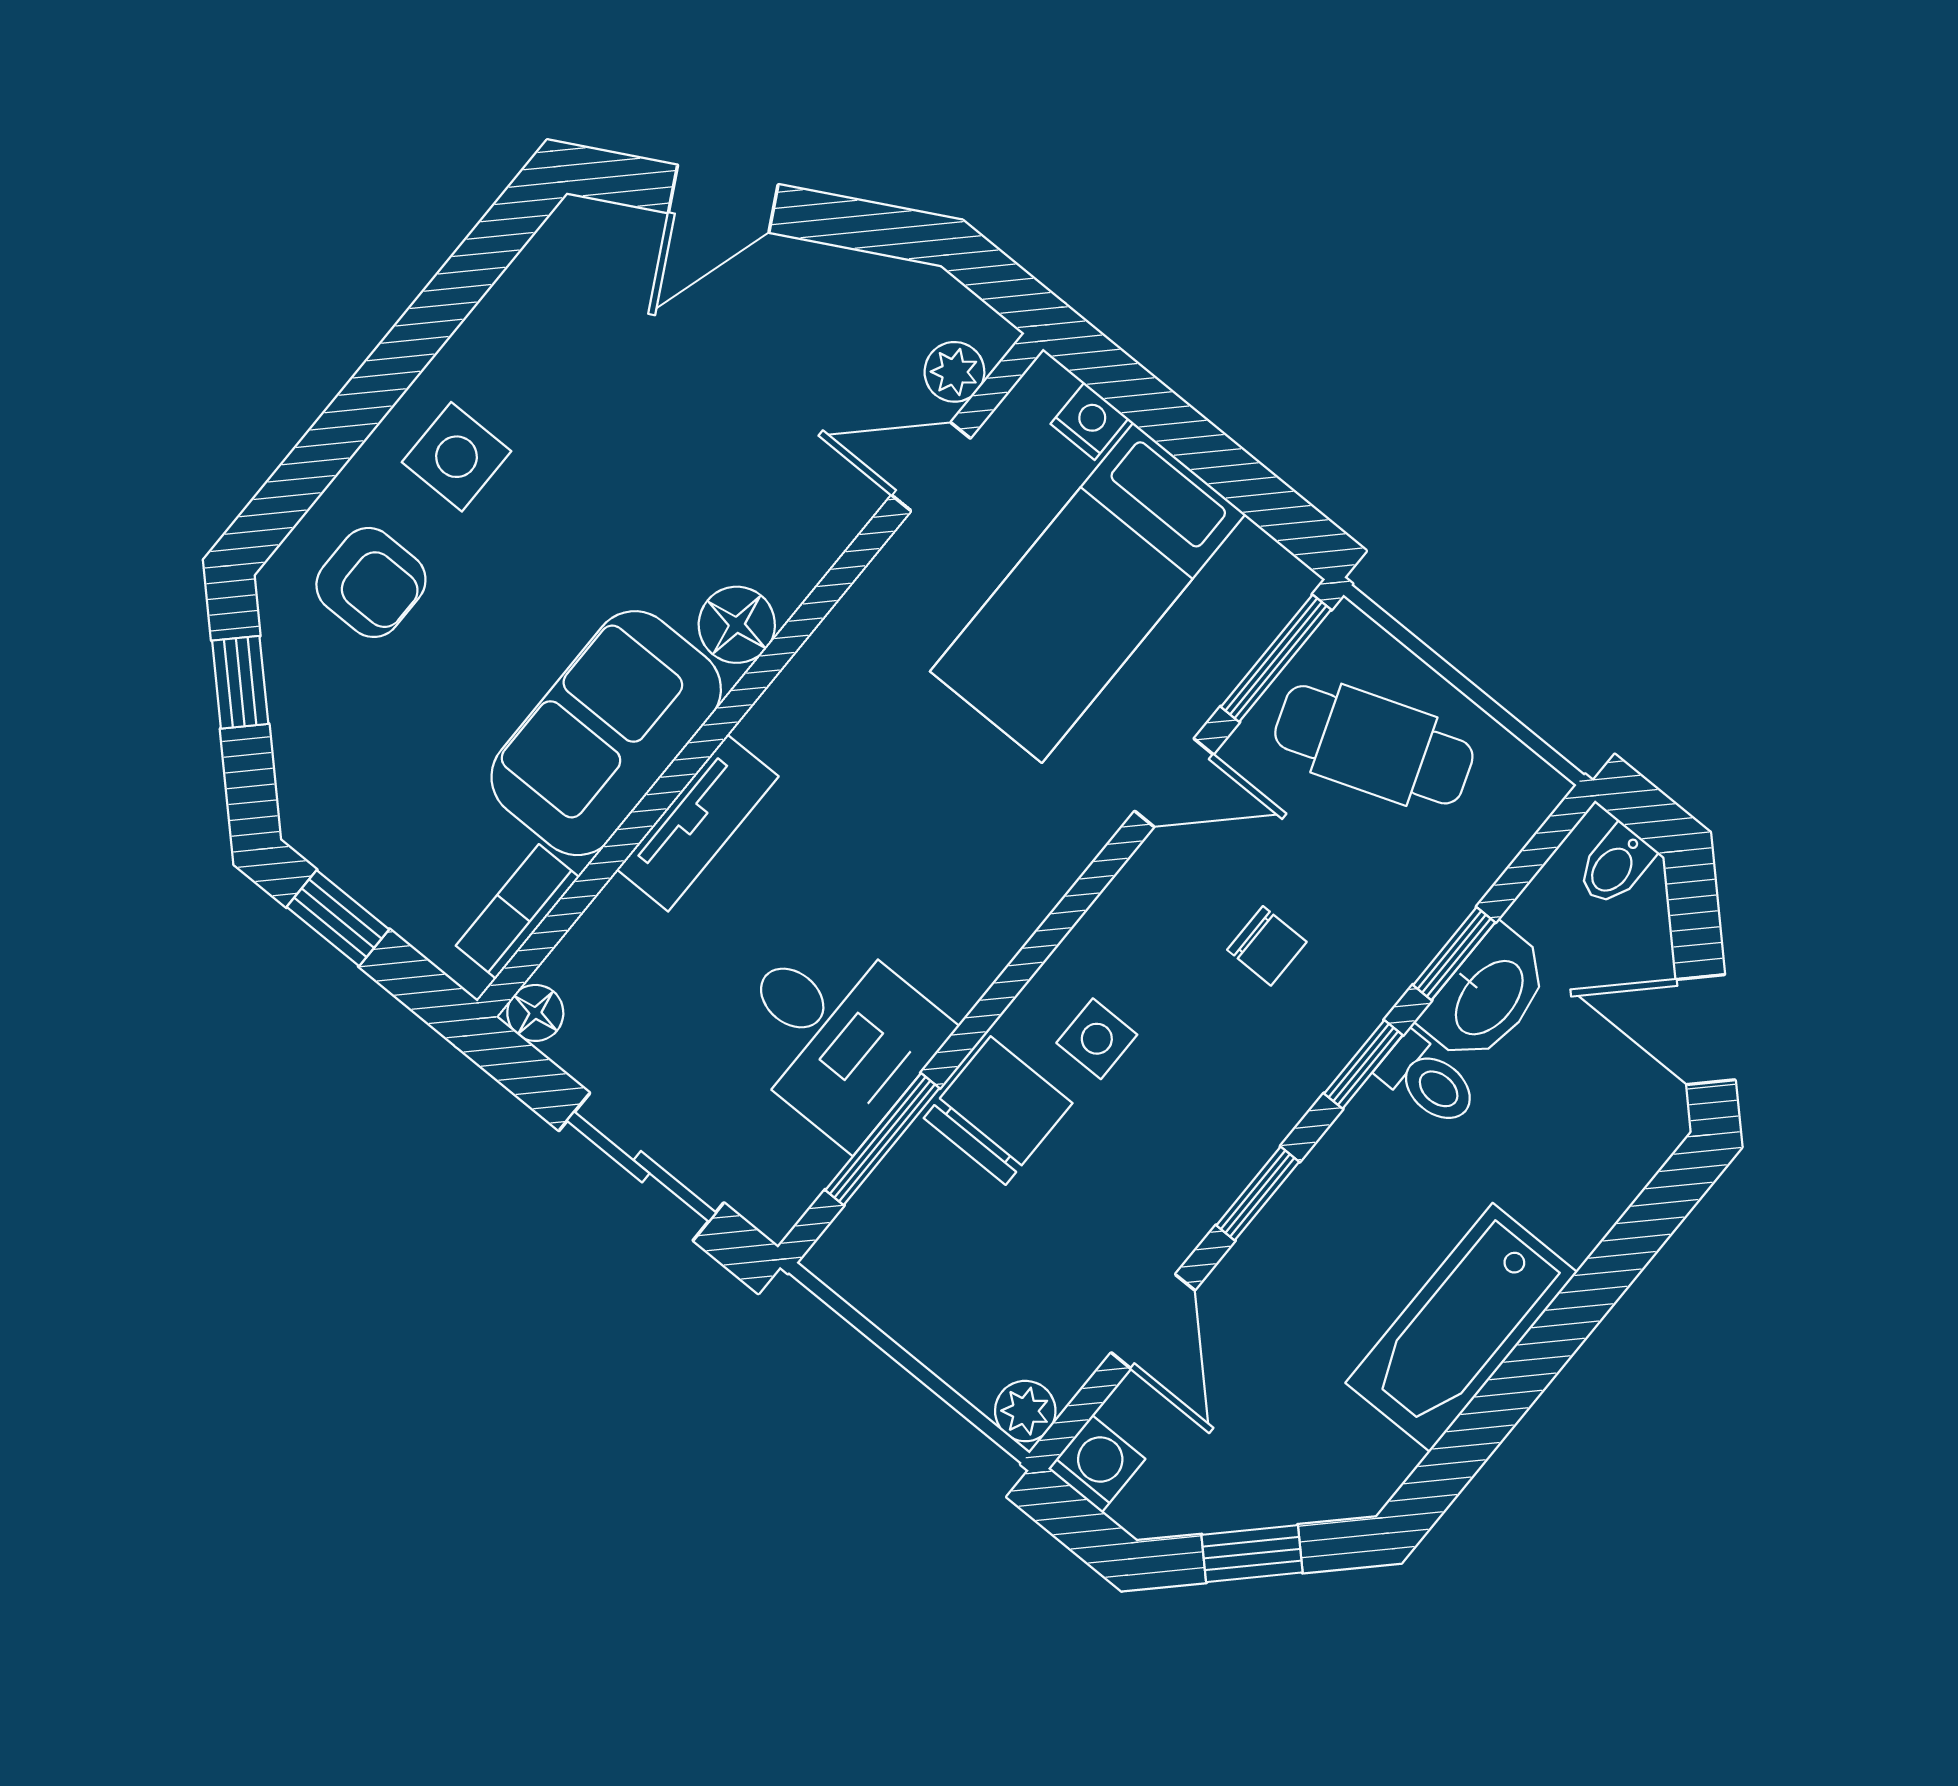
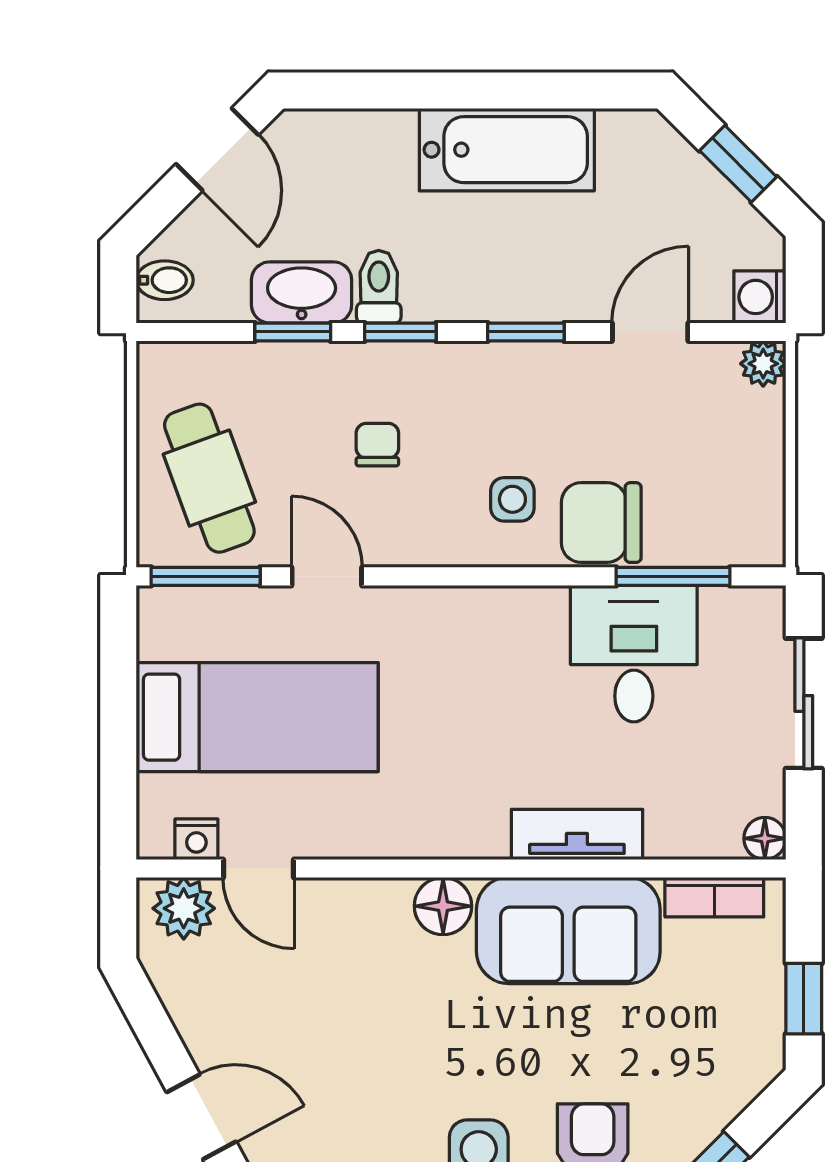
plant: (954, 372) -> (184, 908), width x1.38, depth x1.38
nightstand: (1090, 421) -> (196, 839), moved, turned -90

